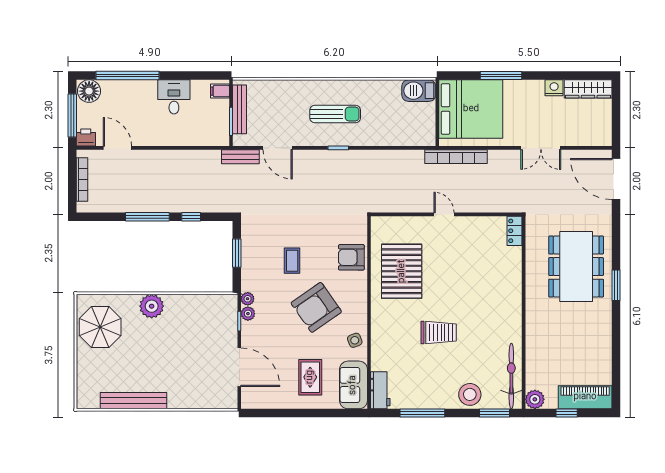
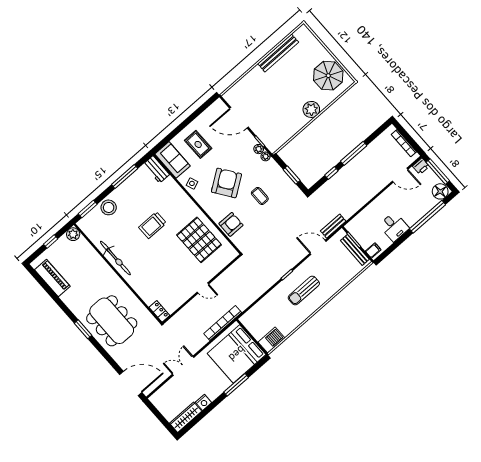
bicycle: (511, 376) -> (115, 258), moved
piano: (585, 397) -> (52, 278), moved, turned -90

